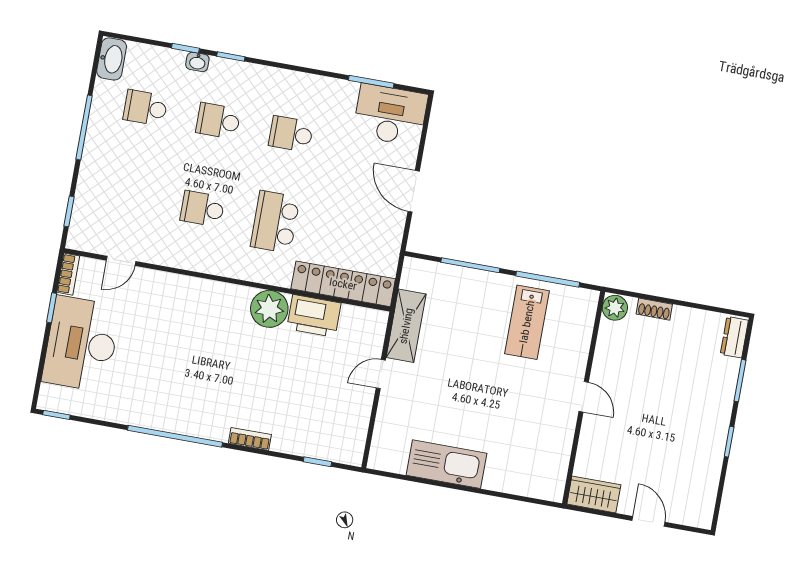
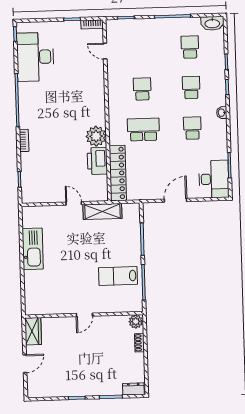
washbasin: (197, 62) -> (222, 113), moved
desk: (81, 344) -> (35, 57), moved, turned -90

